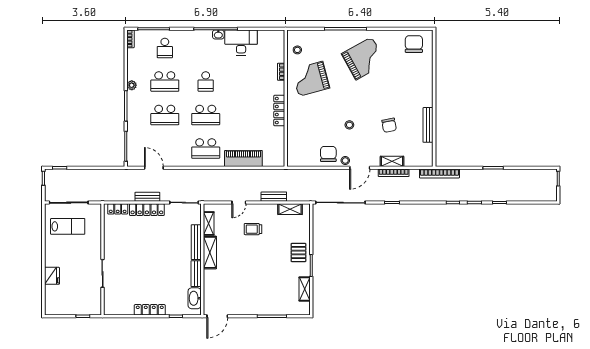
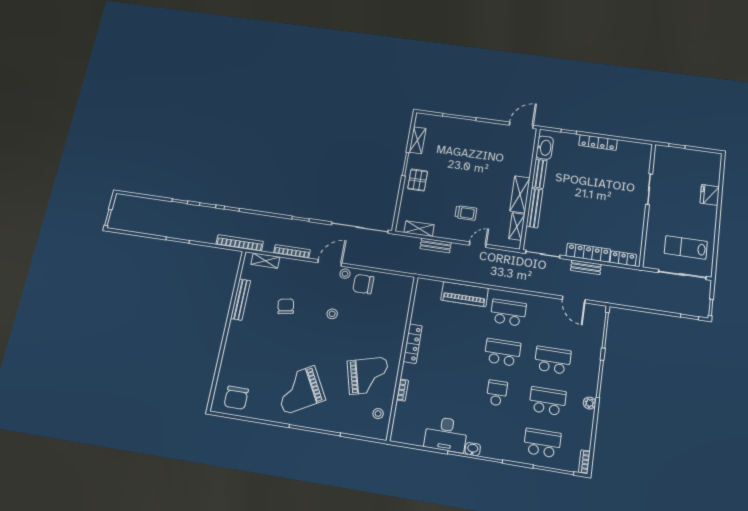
school desk: (165, 48) -> (542, 443), width x1.85
chair: (328, 154) -> (363, 284), turned 90
shelving: (392, 161) -> (265, 261), moved

